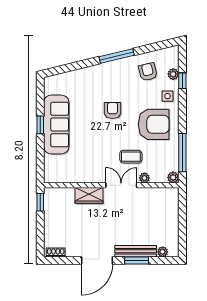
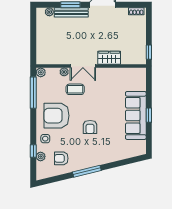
armchair: (148, 72) -> (61, 158), turned 104

